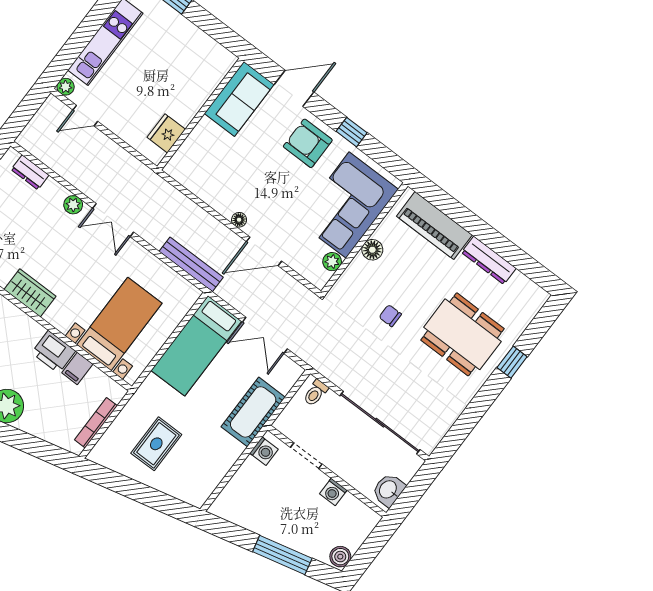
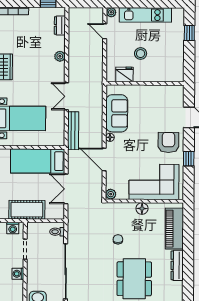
stool: (154, 89) -> (141, 54), added
sofa: (239, 99) -> (117, 113), moved, turned -90
double door: (113, 220) -> (66, 96), moved
plant: (332, 262) -> (111, 194), moved

